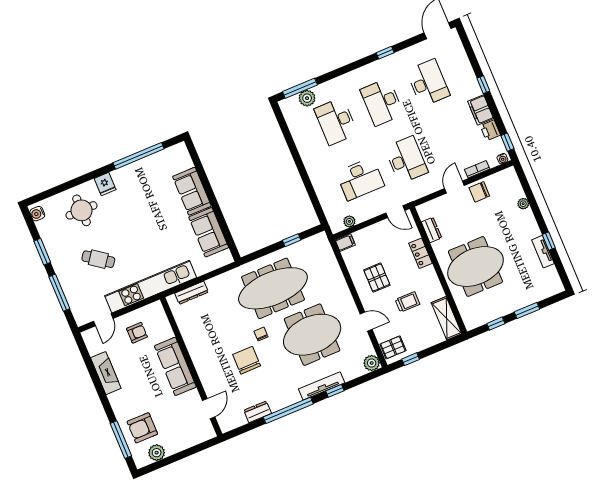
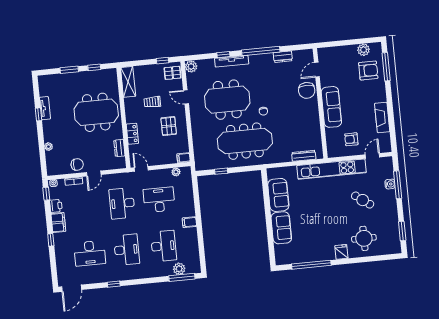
desk: (428, 83) -> (90, 253), turned -90
filing cabinet: (312, 162) -> (189, 222), added
water cooler: (37, 214) -> (390, 184), moved
window: (42, 252) -> (402, 231), moved
chair: (247, 360) -> (307, 90), moved

